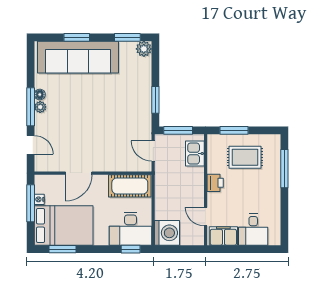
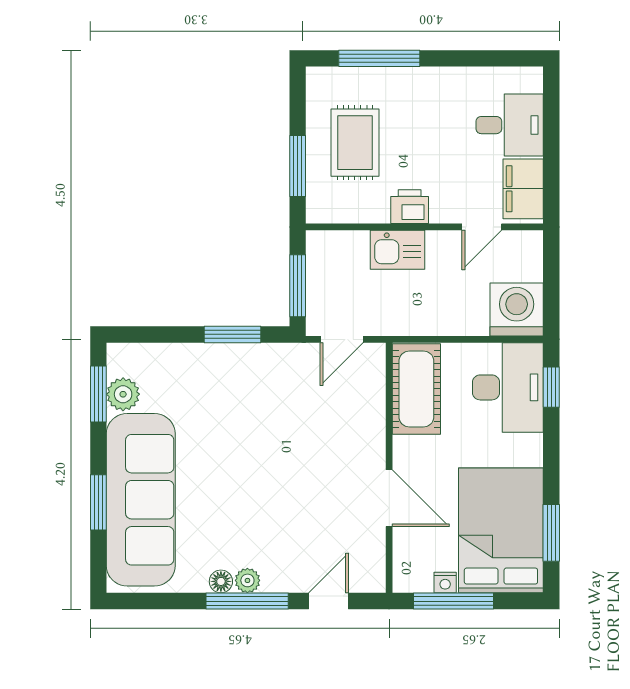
plant: (144, 49) -> (123, 394), moved
kitchen sink: (195, 154) -> (398, 250), moved

